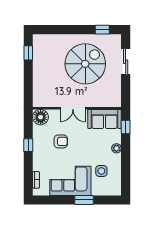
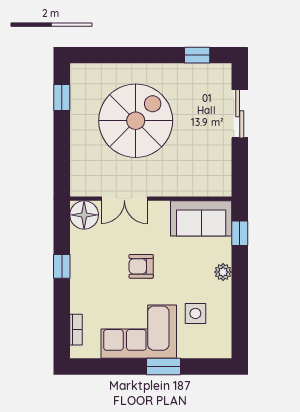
spiral stairs: (85, 64) -> (136, 121), moved
double door: (73, 108) -> (124, 199), moved
armchair: (61, 141) -> (141, 266), moved, turned 180

